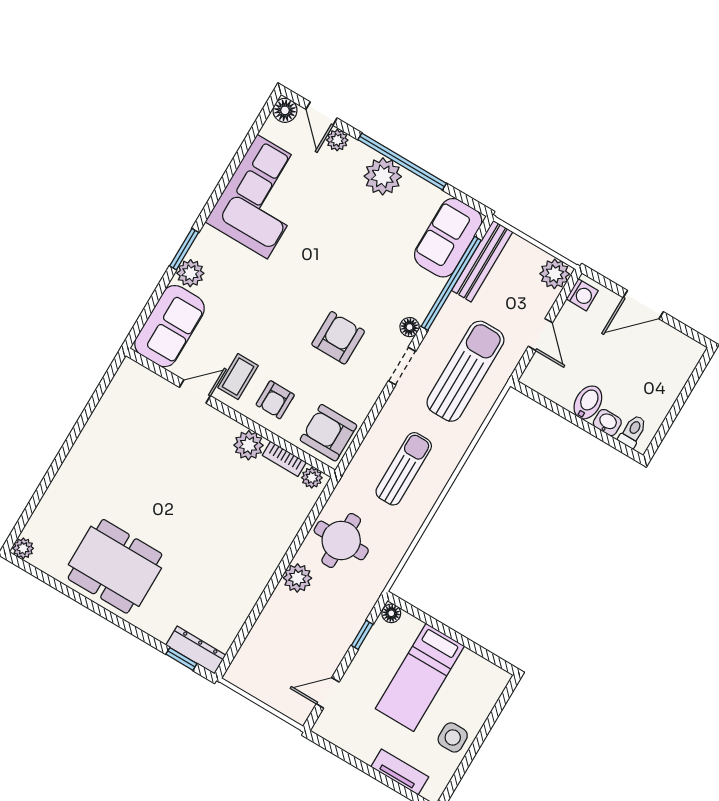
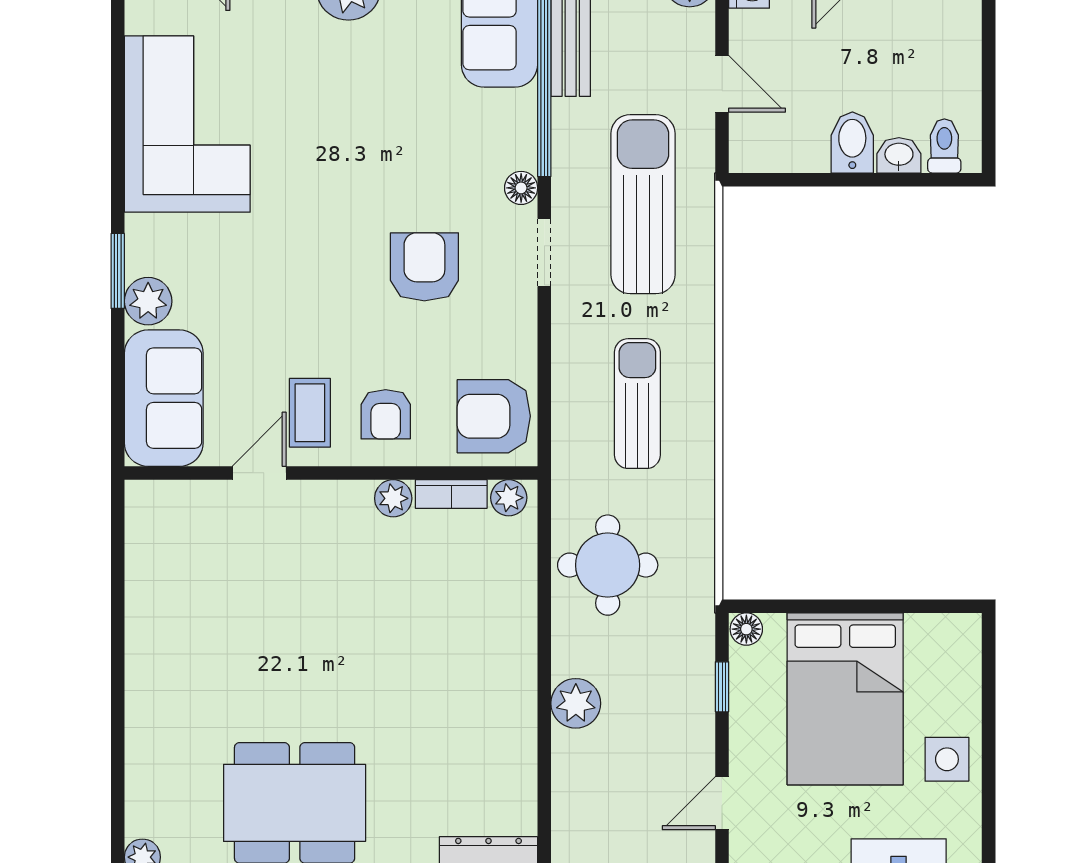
plant: (249, 445) -> (393, 498), width x0.73, depth x0.73
plant: (297, 578) -> (576, 703), moved
bed: (420, 677) -> (845, 699), width x1.50

